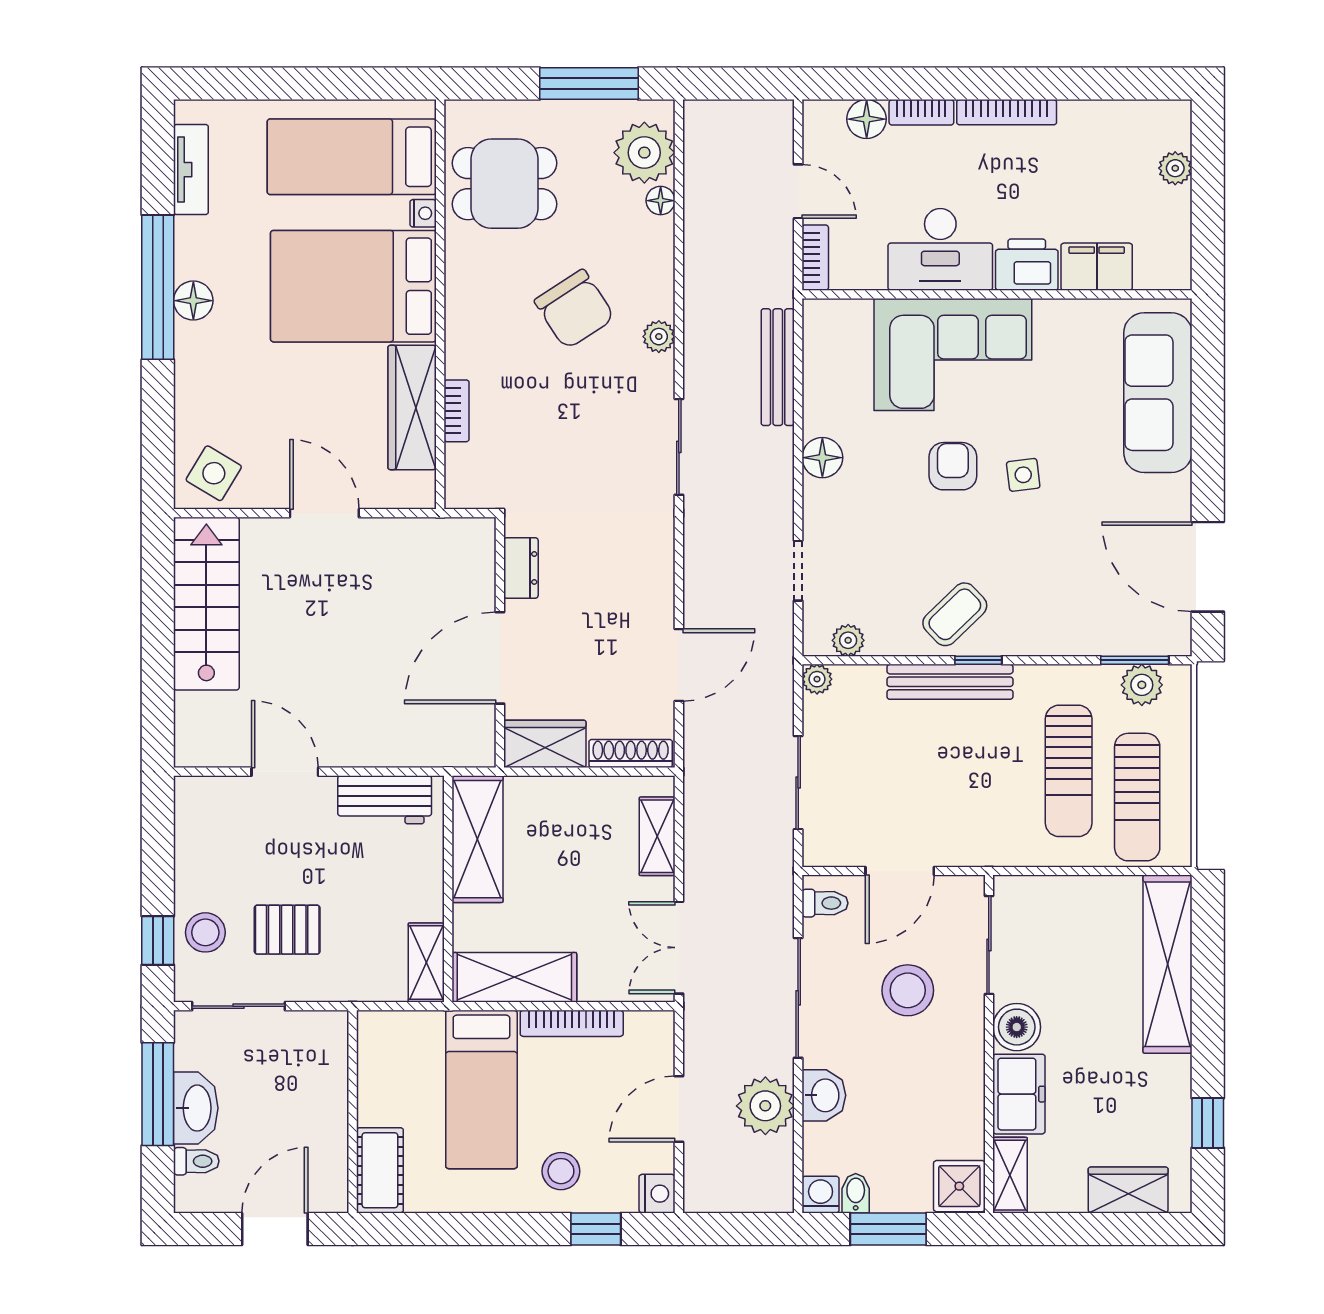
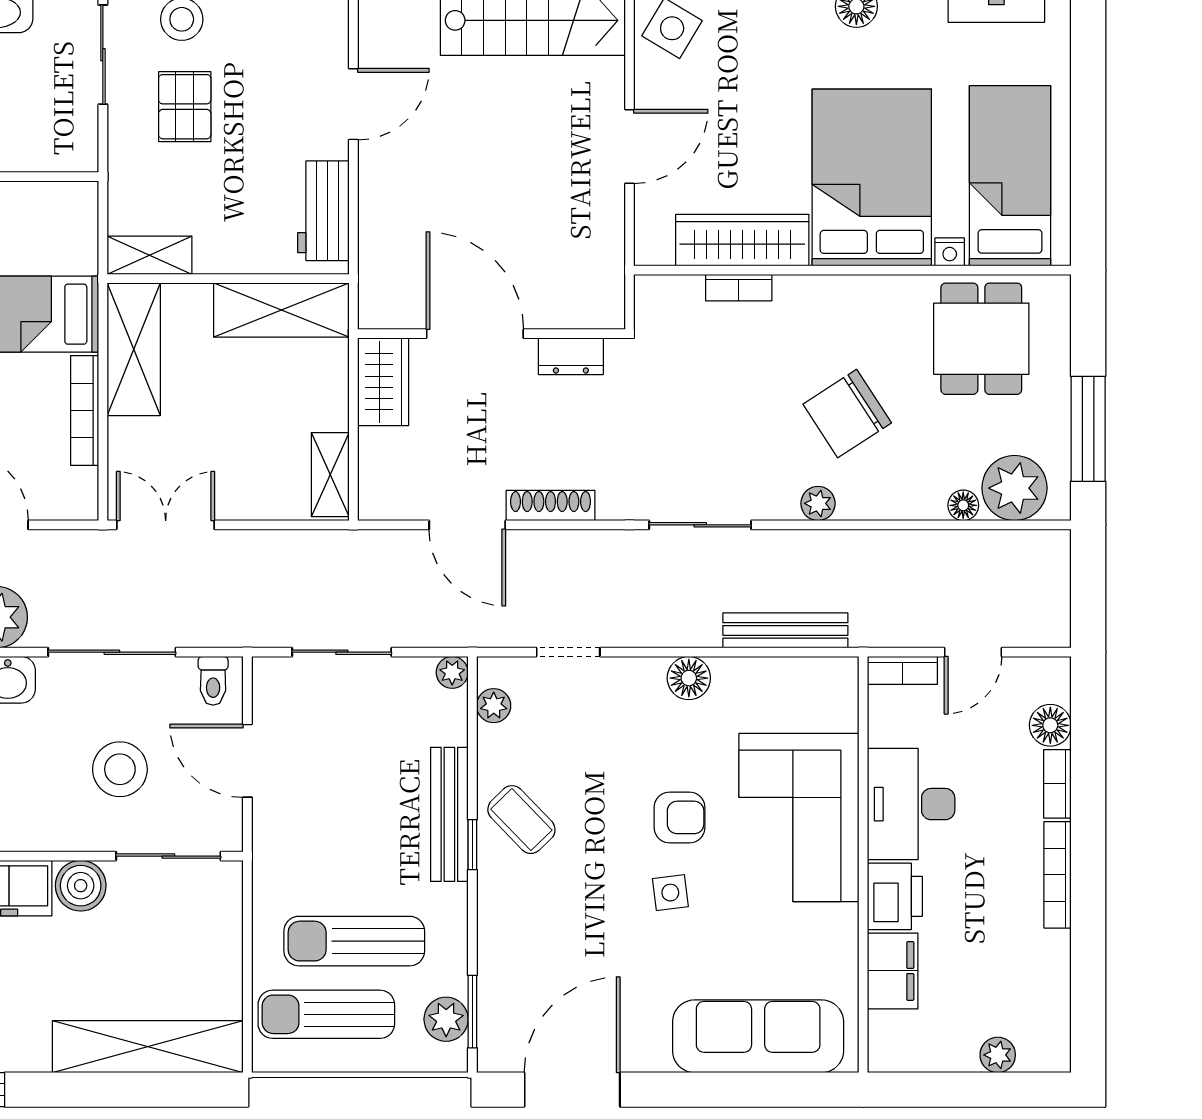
shoe rack: (631, 753) -> (551, 505), moved, turned -90
shelving: (657, 836) -> (330, 475), moved, turned 90

